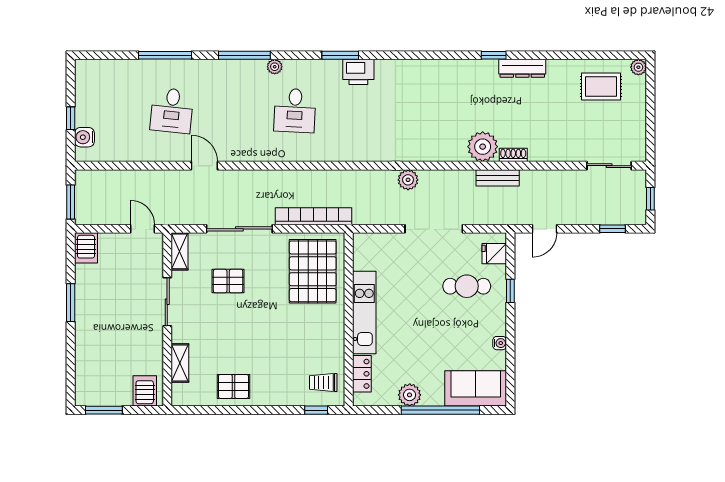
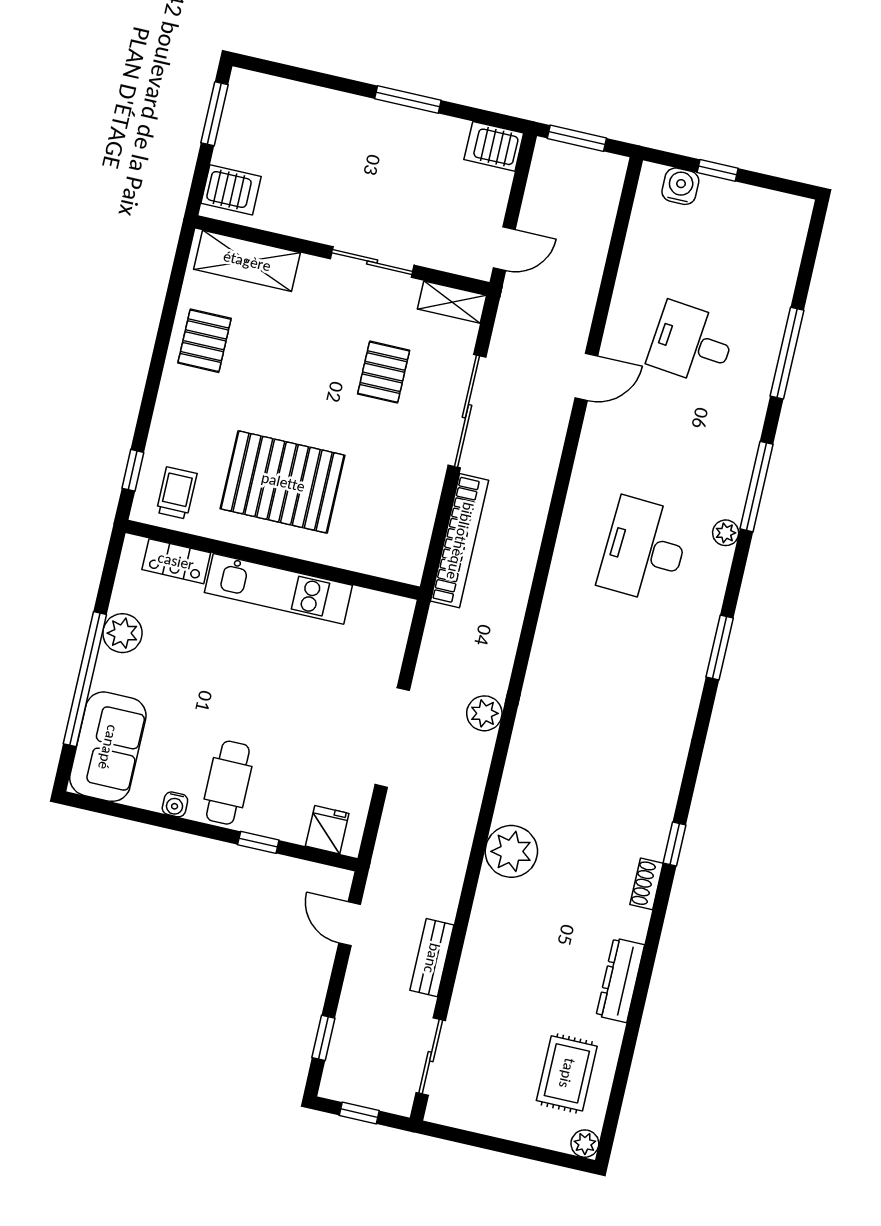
window: (494, 55) -> (675, 844), moved
dresser: (522, 68) -> (620, 980), moved
printer: (358, 72) -> (685, 671), removed
desk: (295, 110) -> (644, 550), width x1.37
shoe rack: (513, 155) -> (647, 884), moved, turned 180
bench: (498, 178) -> (432, 958), moved
pallet: (313, 271) -> (283, 482), moved
cafe table: (467, 286) -> (228, 783), moved
shelving: (180, 363) -> (247, 261), width x1.50, depth x1.33

